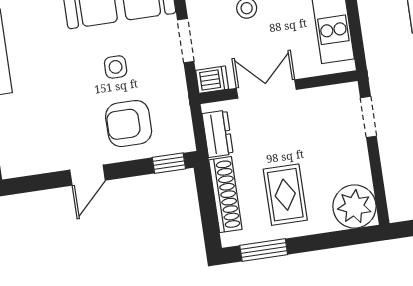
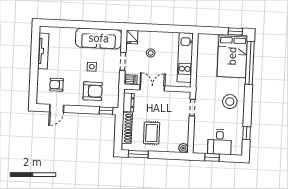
armchair: (129, 124) -> (93, 91), turned 180
armchair: (41, 125) -> (56, 85), added
door: (88, 175) -> (57, 108), moved
plant: (354, 207) -> (183, 148), width x0.53, depth x0.53

